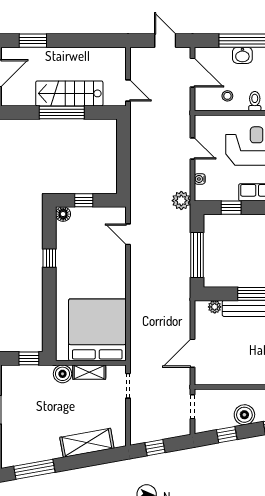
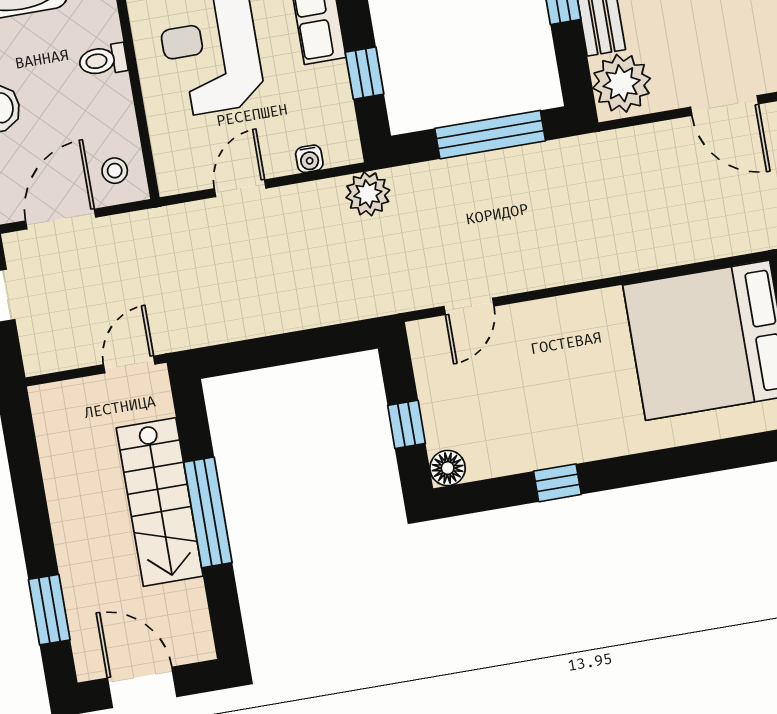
stool: (227, 96) -> (115, 171), moved
plant: (215, 307) -> (622, 83), width x1.87, depth x1.87

